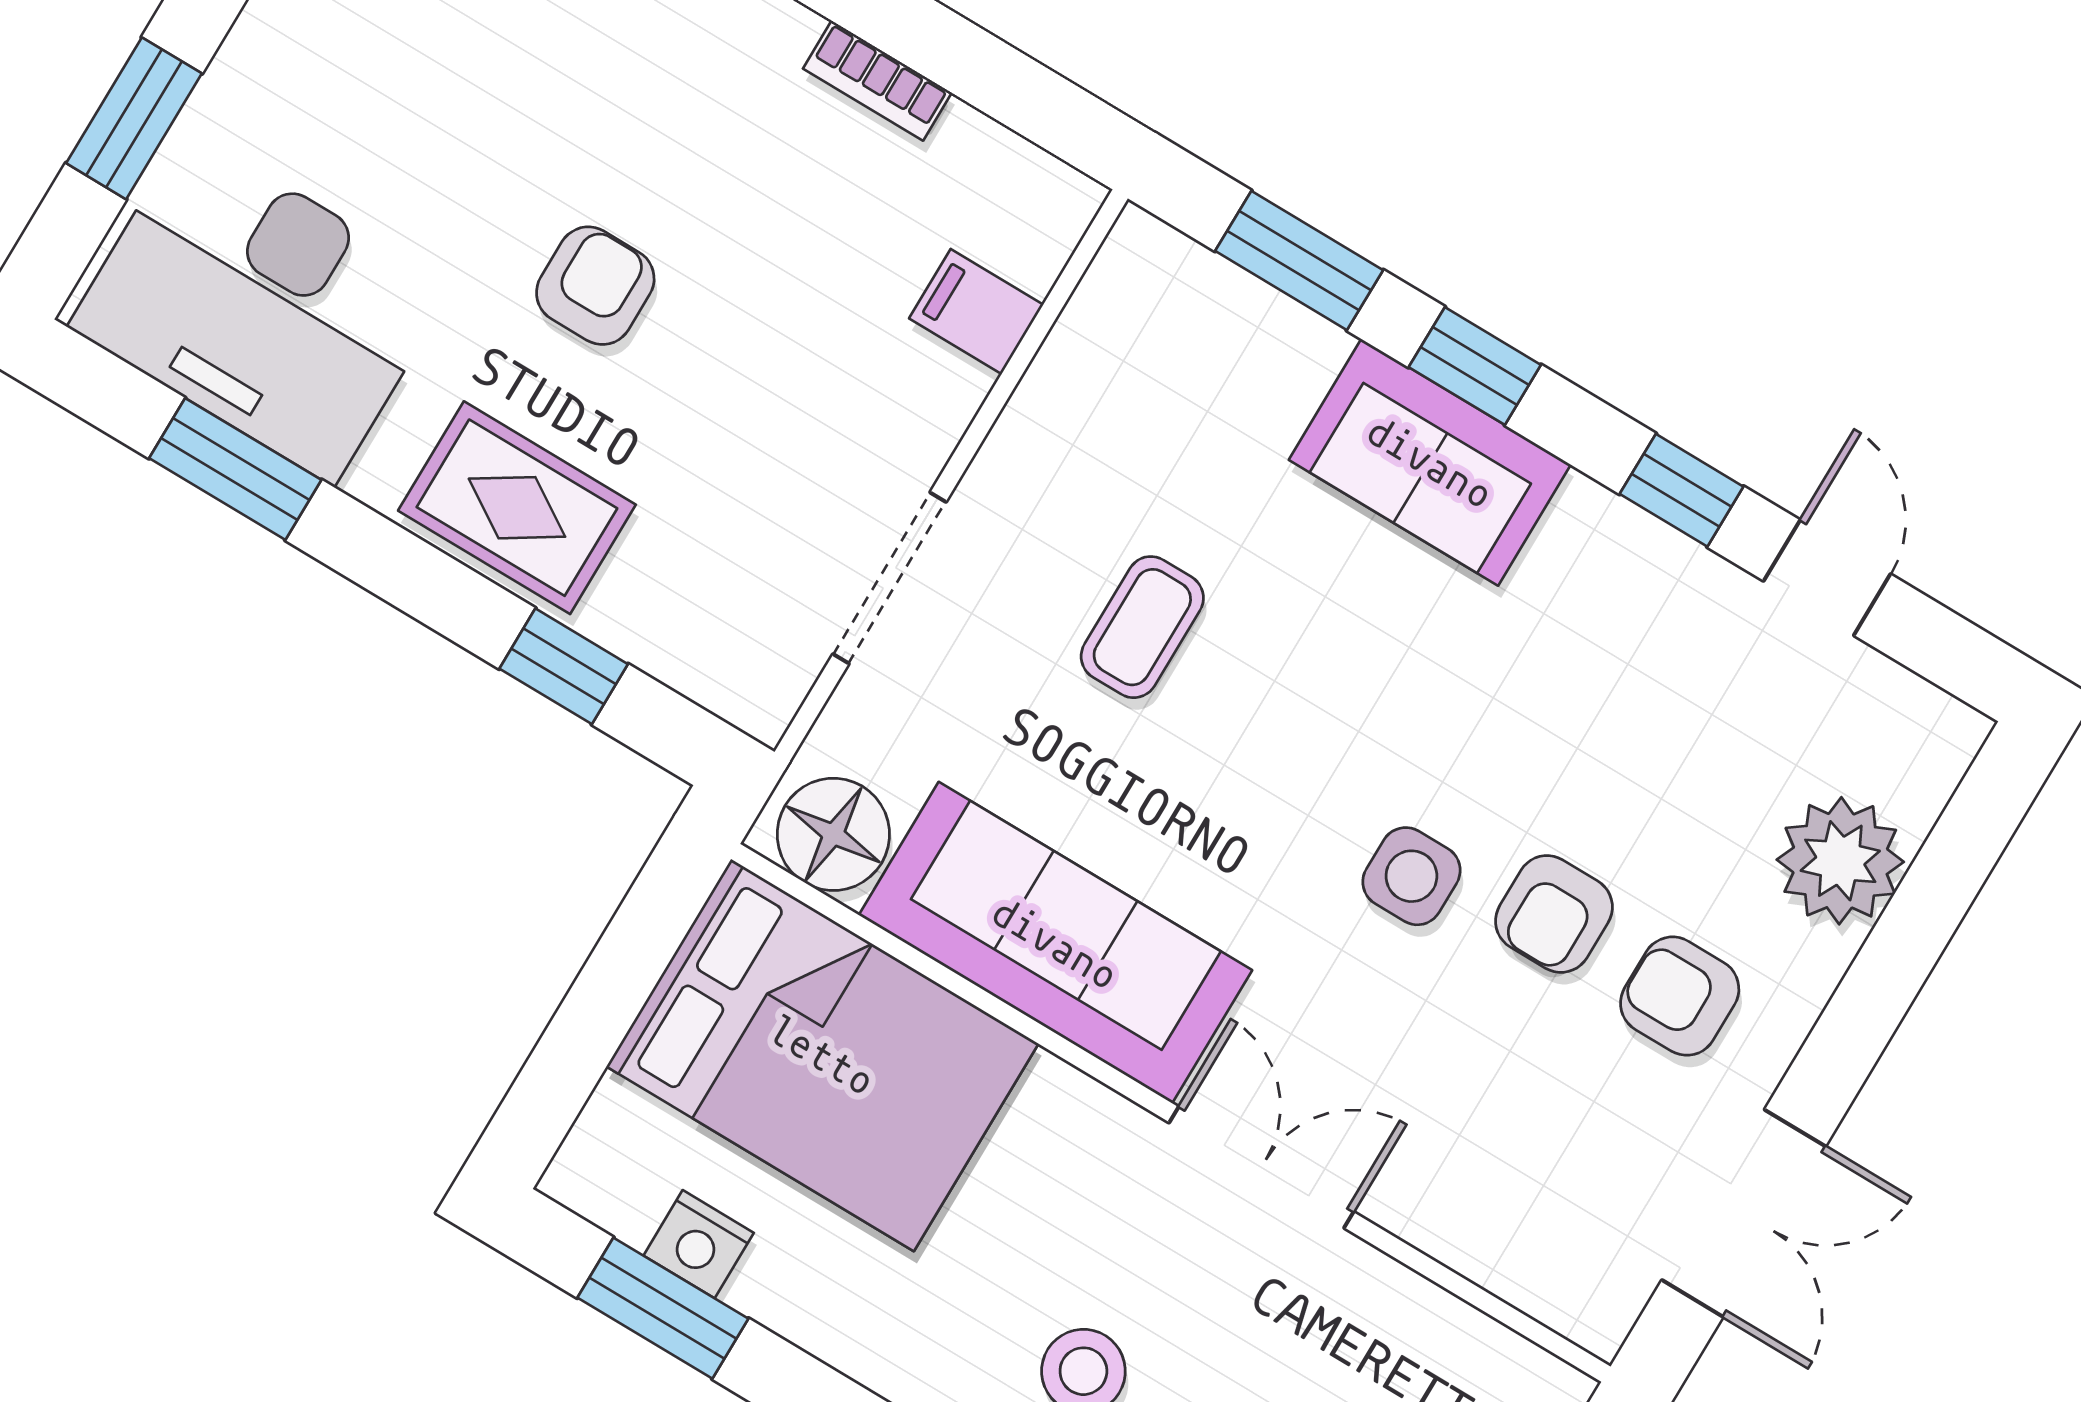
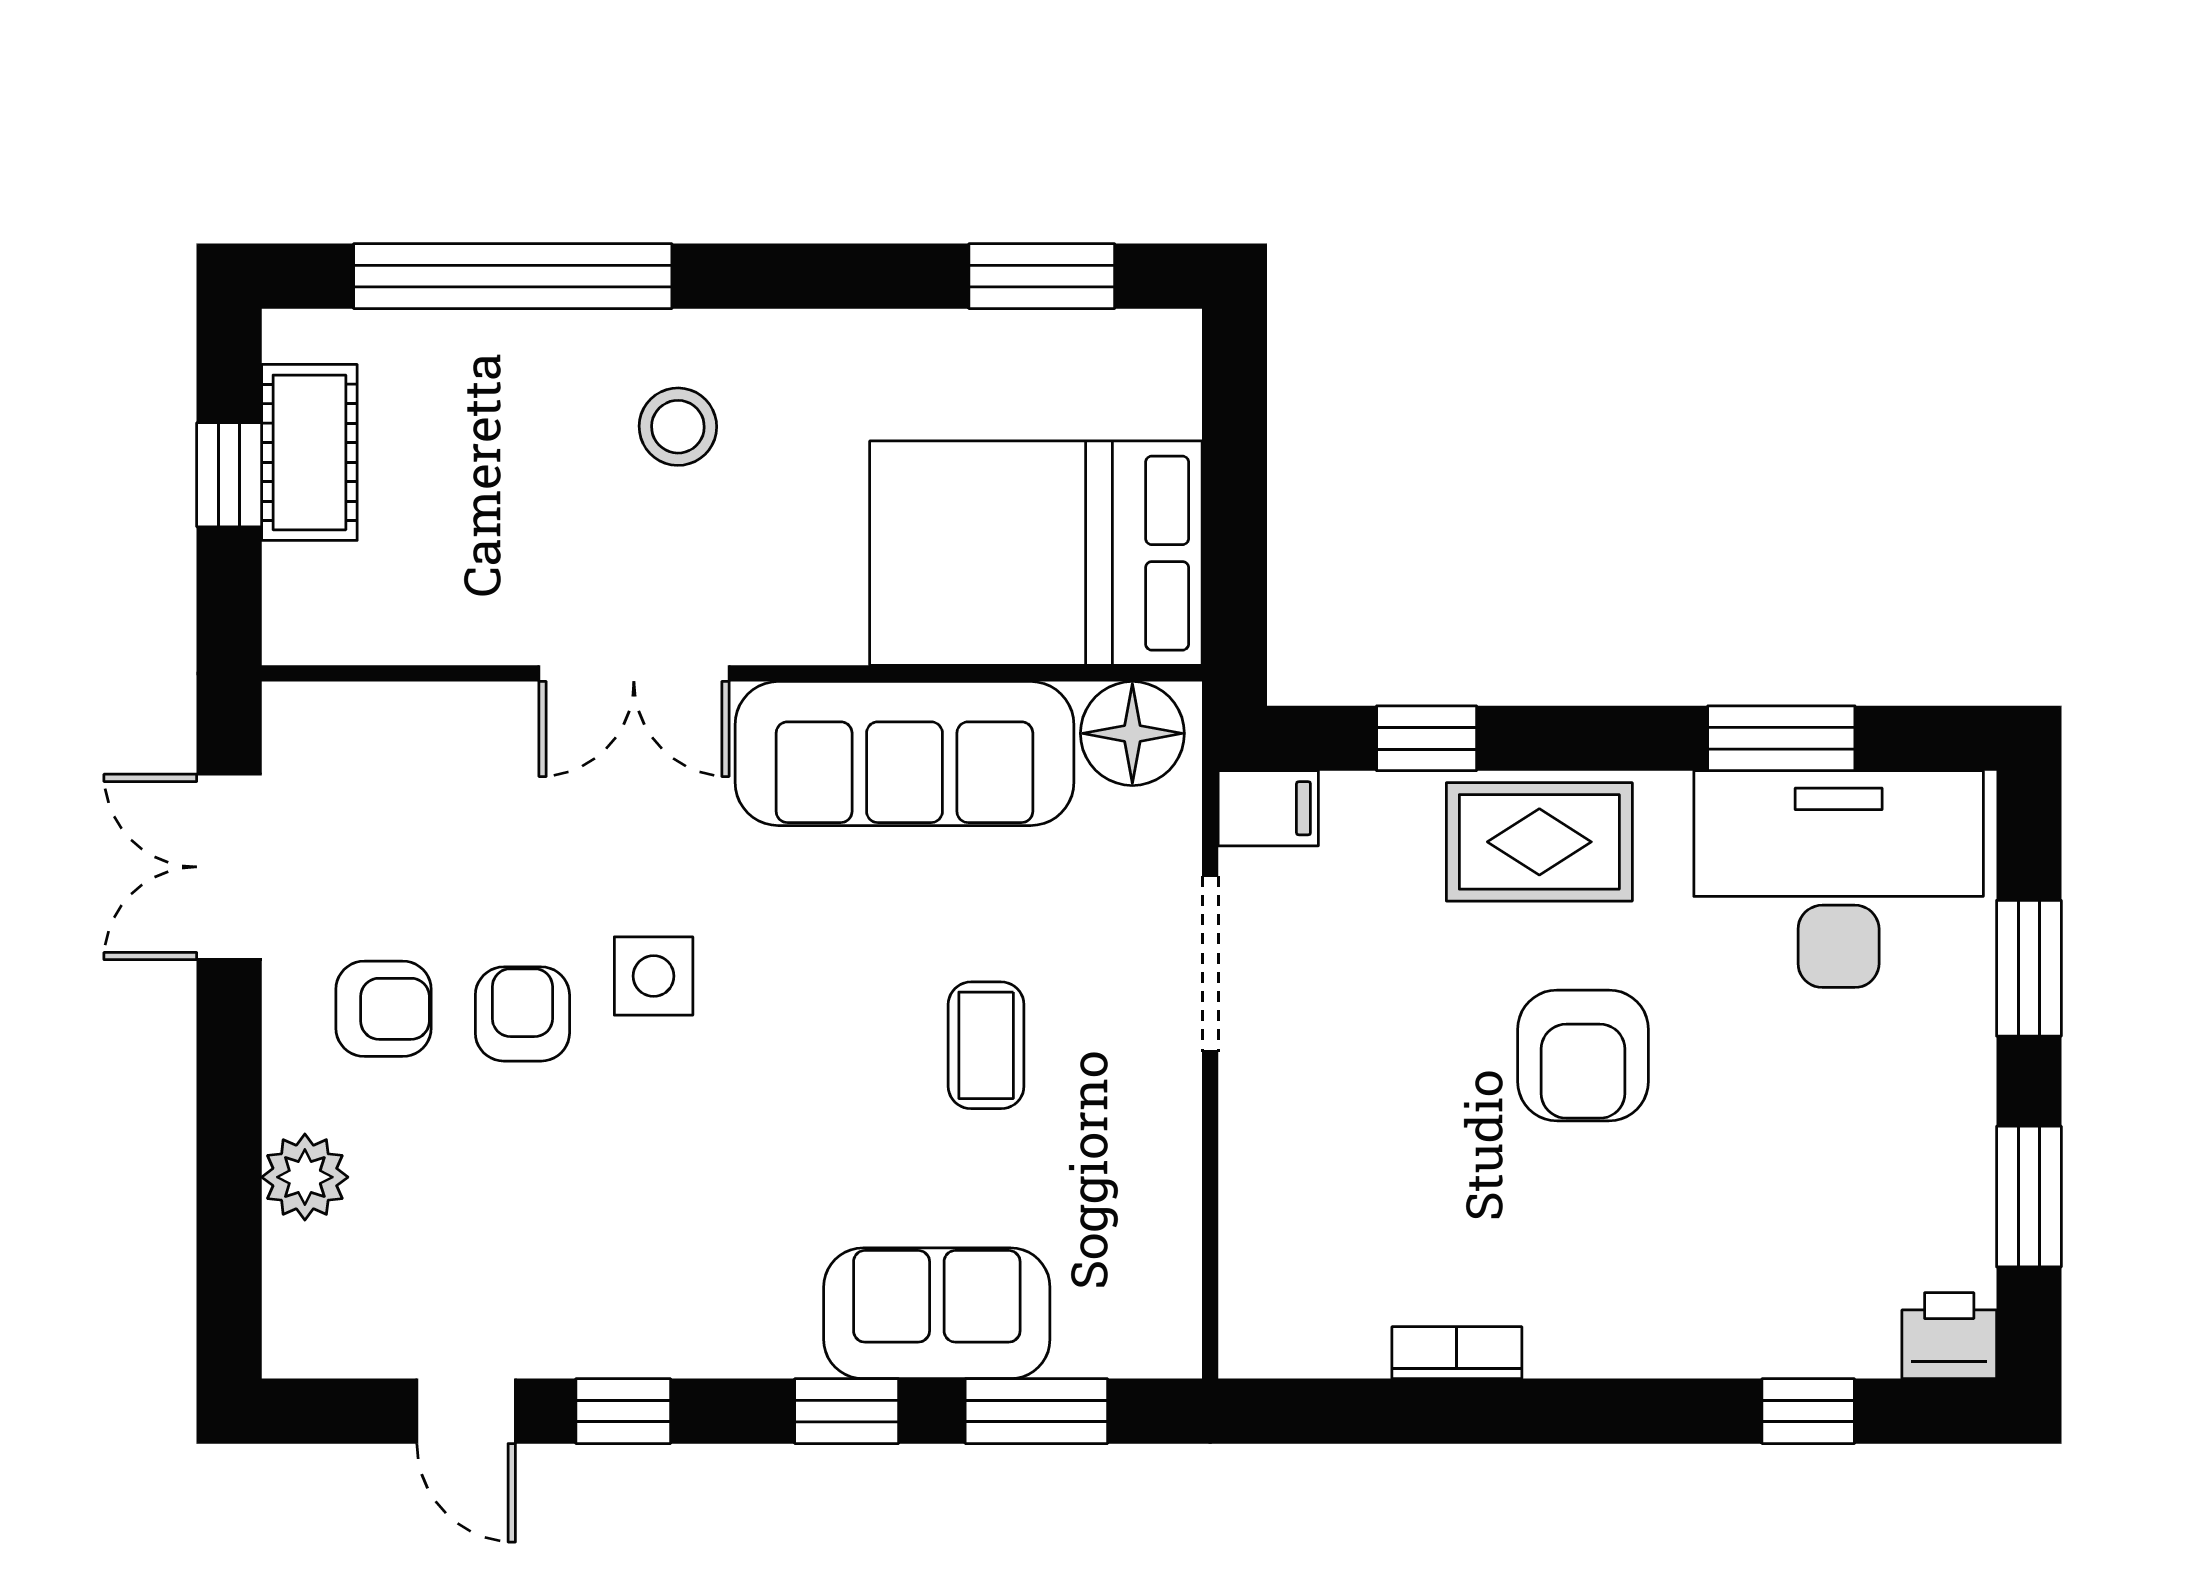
armchair: (595, 286) -> (1583, 1055), width x1.38, depth x1.38
filing cabinet: (976, 312) -> (1268, 808), moved
sofa: (1430, 462) -> (937, 1313), moved
plant: (1840, 861) -> (305, 1177), width x0.73, depth x0.73
nightstand: (699, 1244) -> (1044, 344), removed

